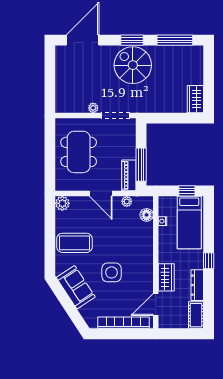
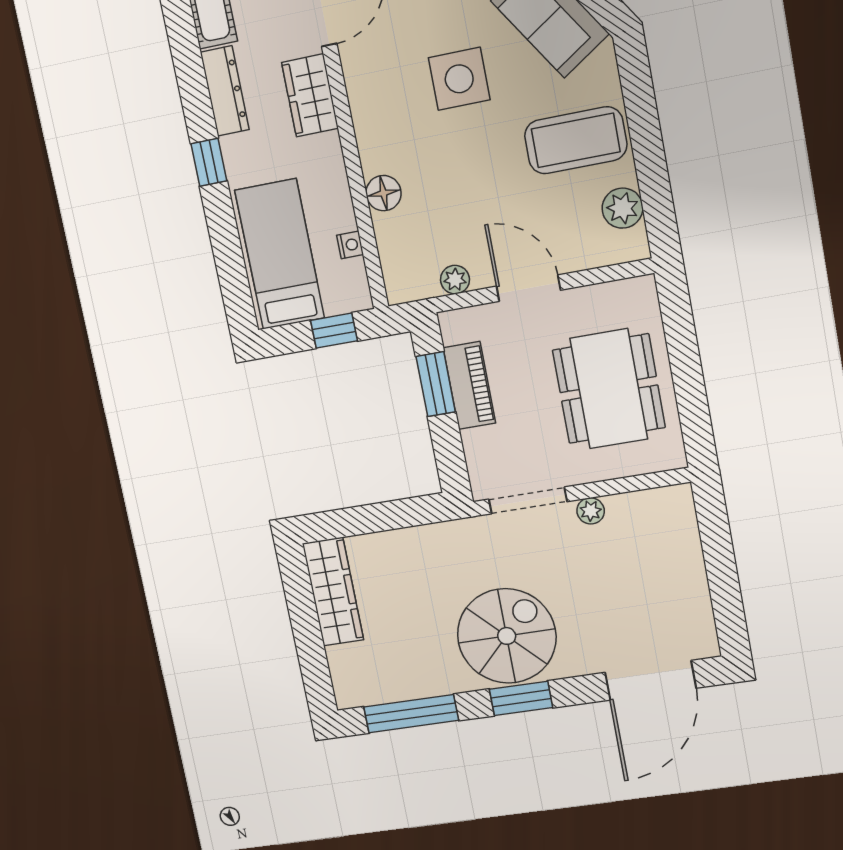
spiral stairs: (133, 65) -> (507, 636), turned -90
wardrobe: (195, 99) -> (333, 592), width x1.50
window: (141, 165) -> (436, 384), width x0.69
piano: (129, 175) -> (469, 385), moved
window: (187, 191) -> (334, 331), moved
plant: (62, 203) -> (622, 208), moved
floor lamp: (147, 215) -> (384, 193), moved

